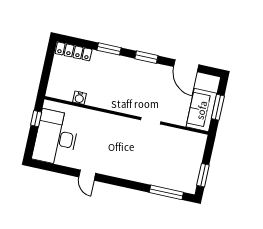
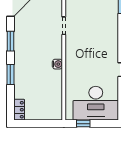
locker: (74, 51) -> (19, 110), width x0.66
water cooler: (79, 98) -> (57, 64), moved

